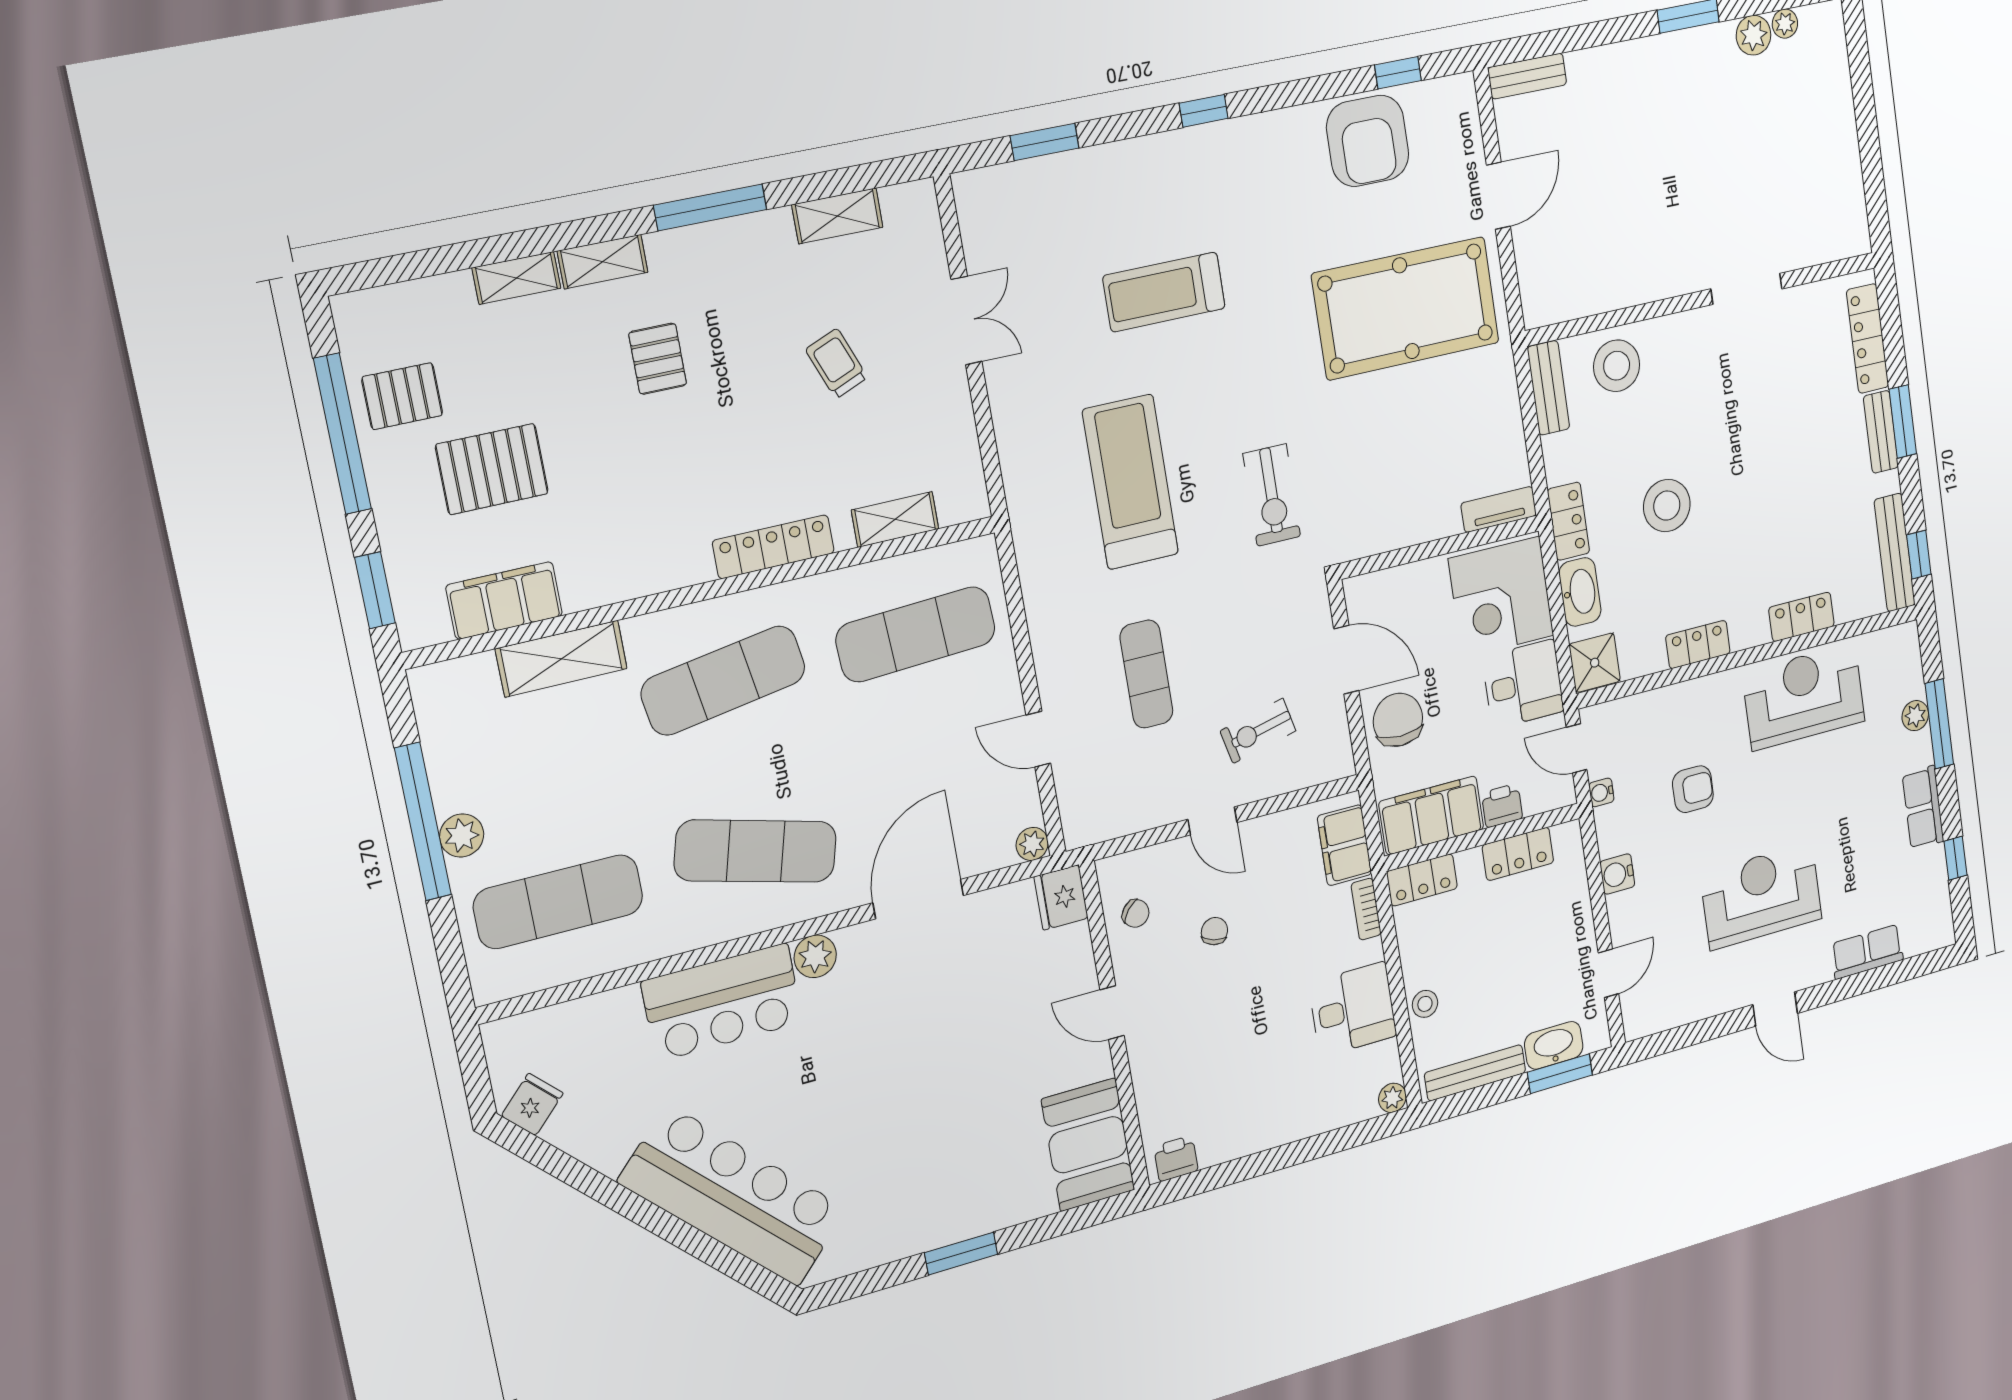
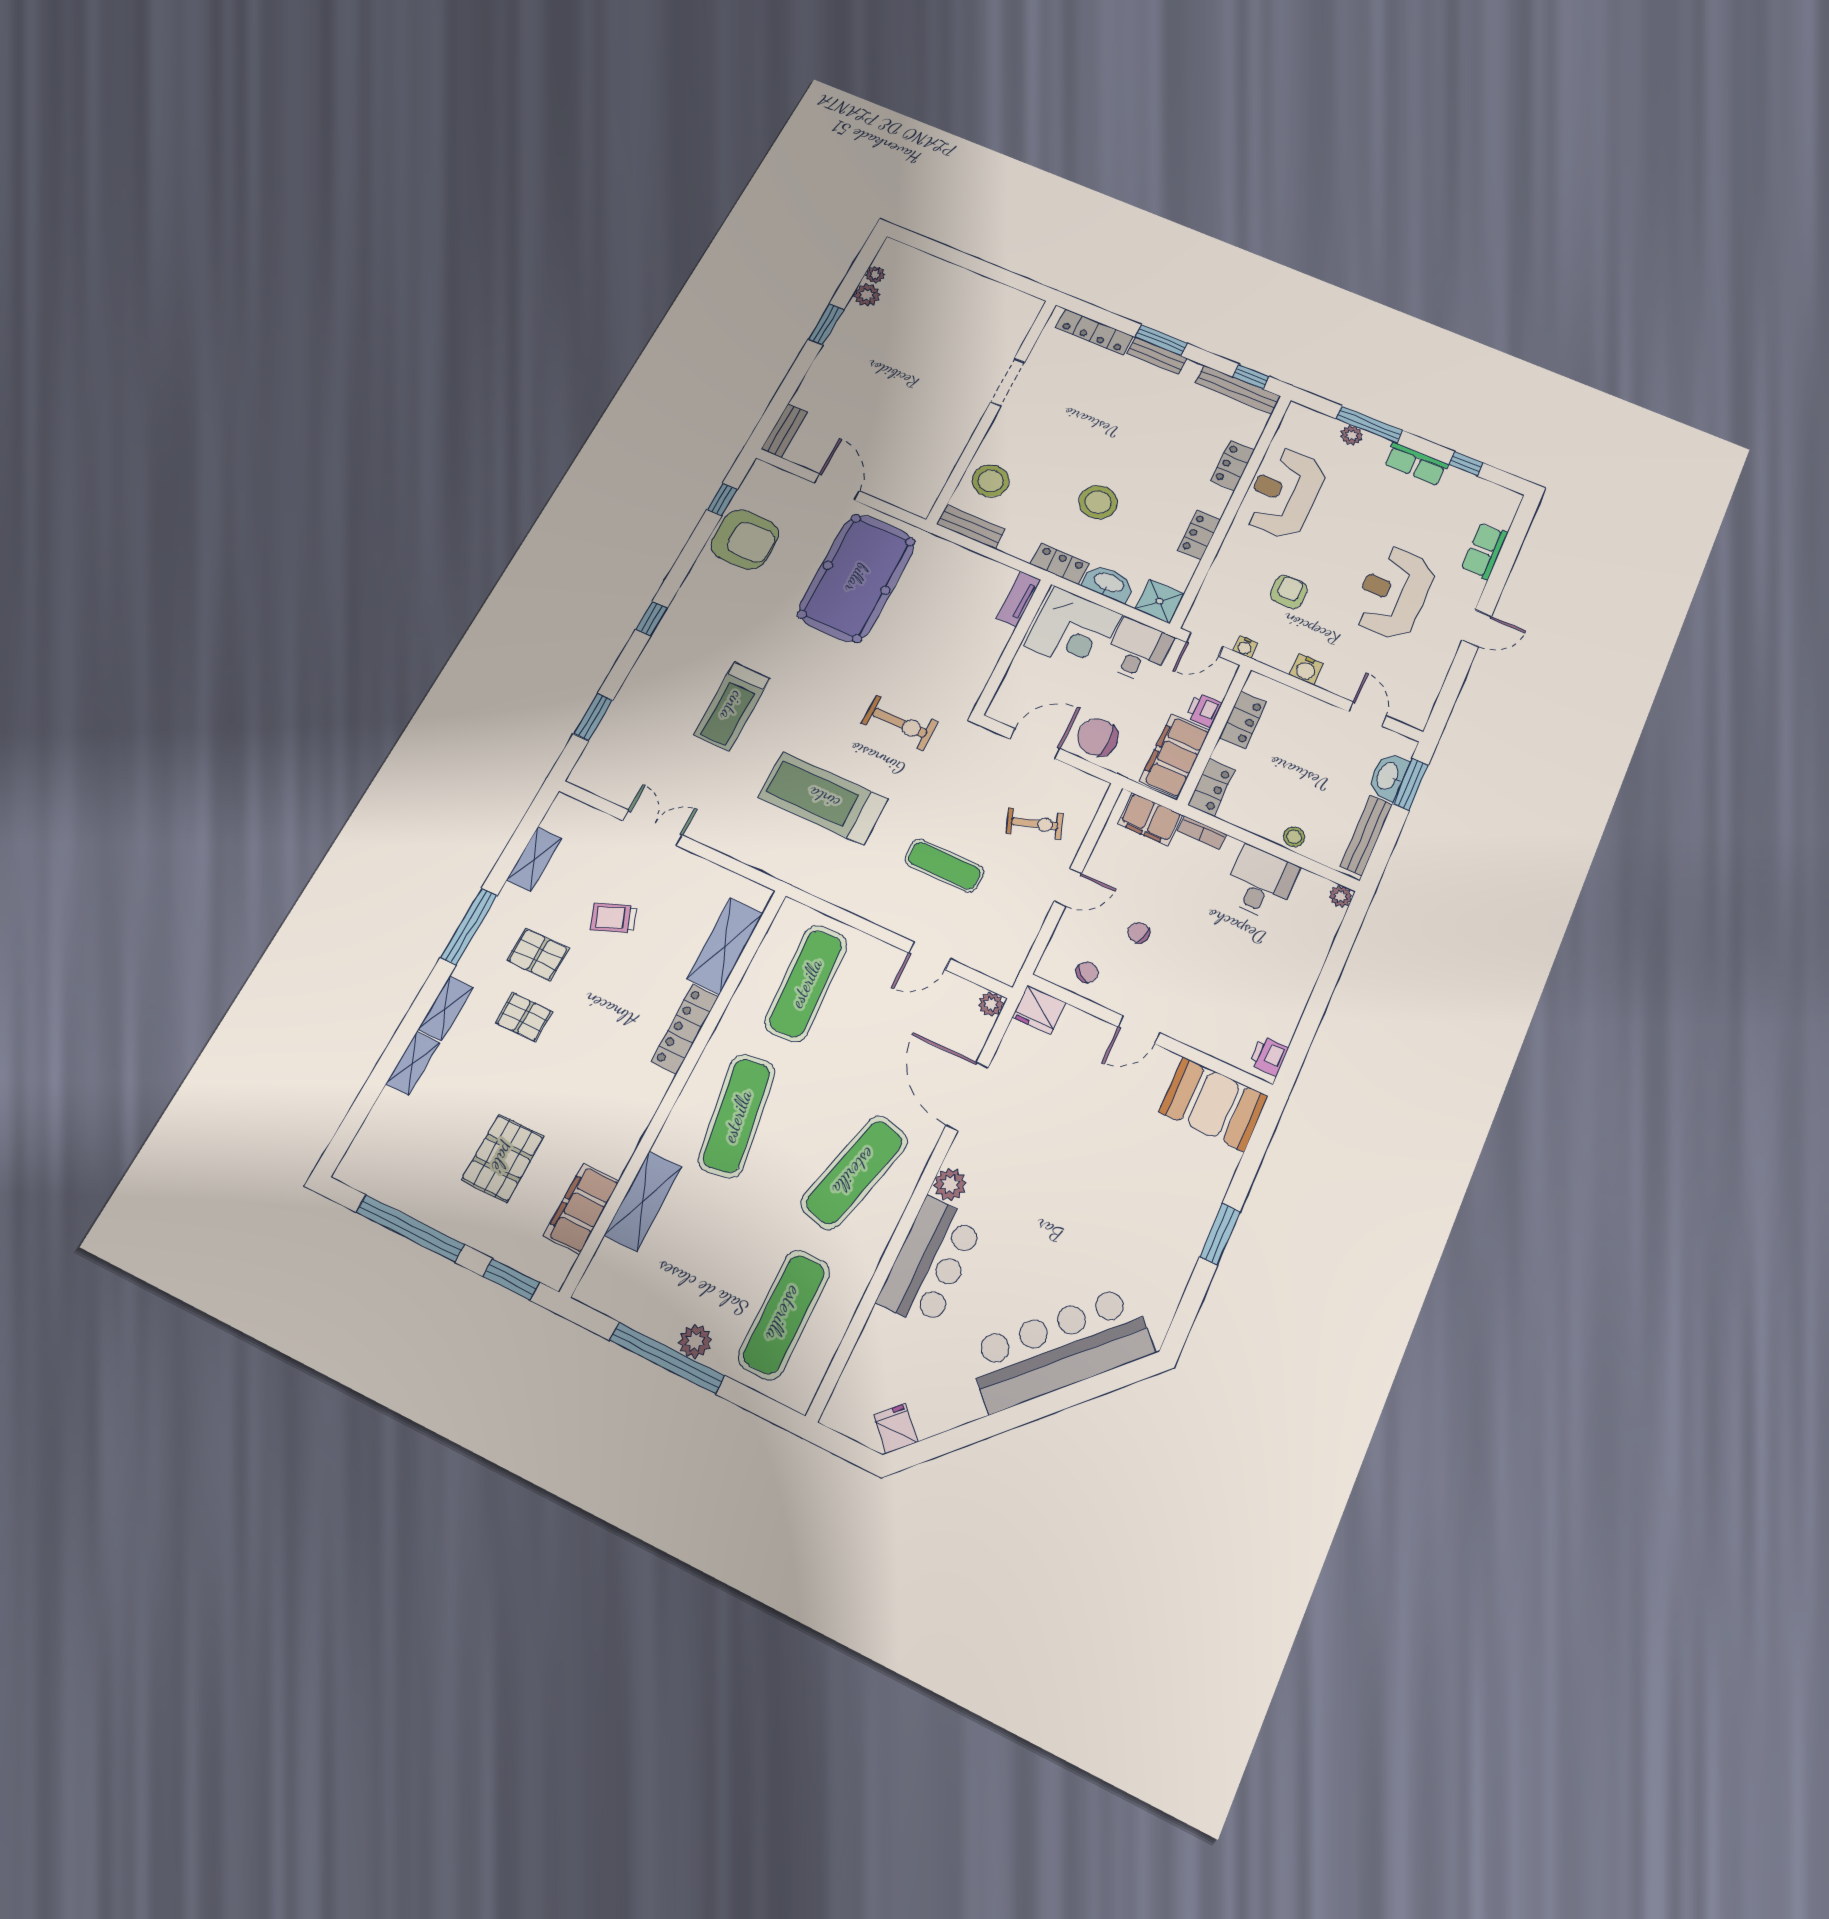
pallet: (402, 396) -> (538, 955), moved, turned 90
shelving: (895, 519) -> (725, 946), width x1.50, depth x1.33
exercise bike: (1258, 731) -> (1035, 824), turned -96

